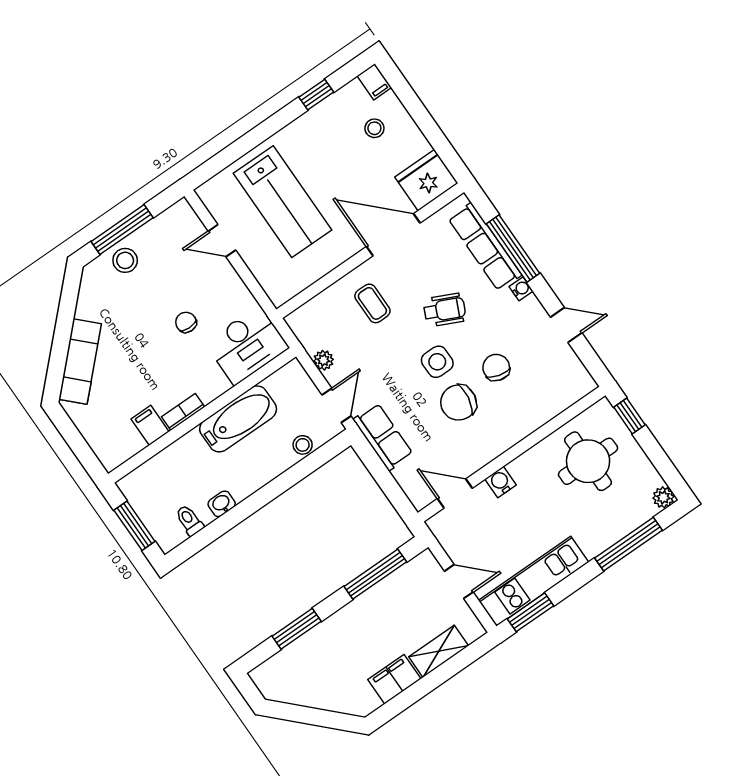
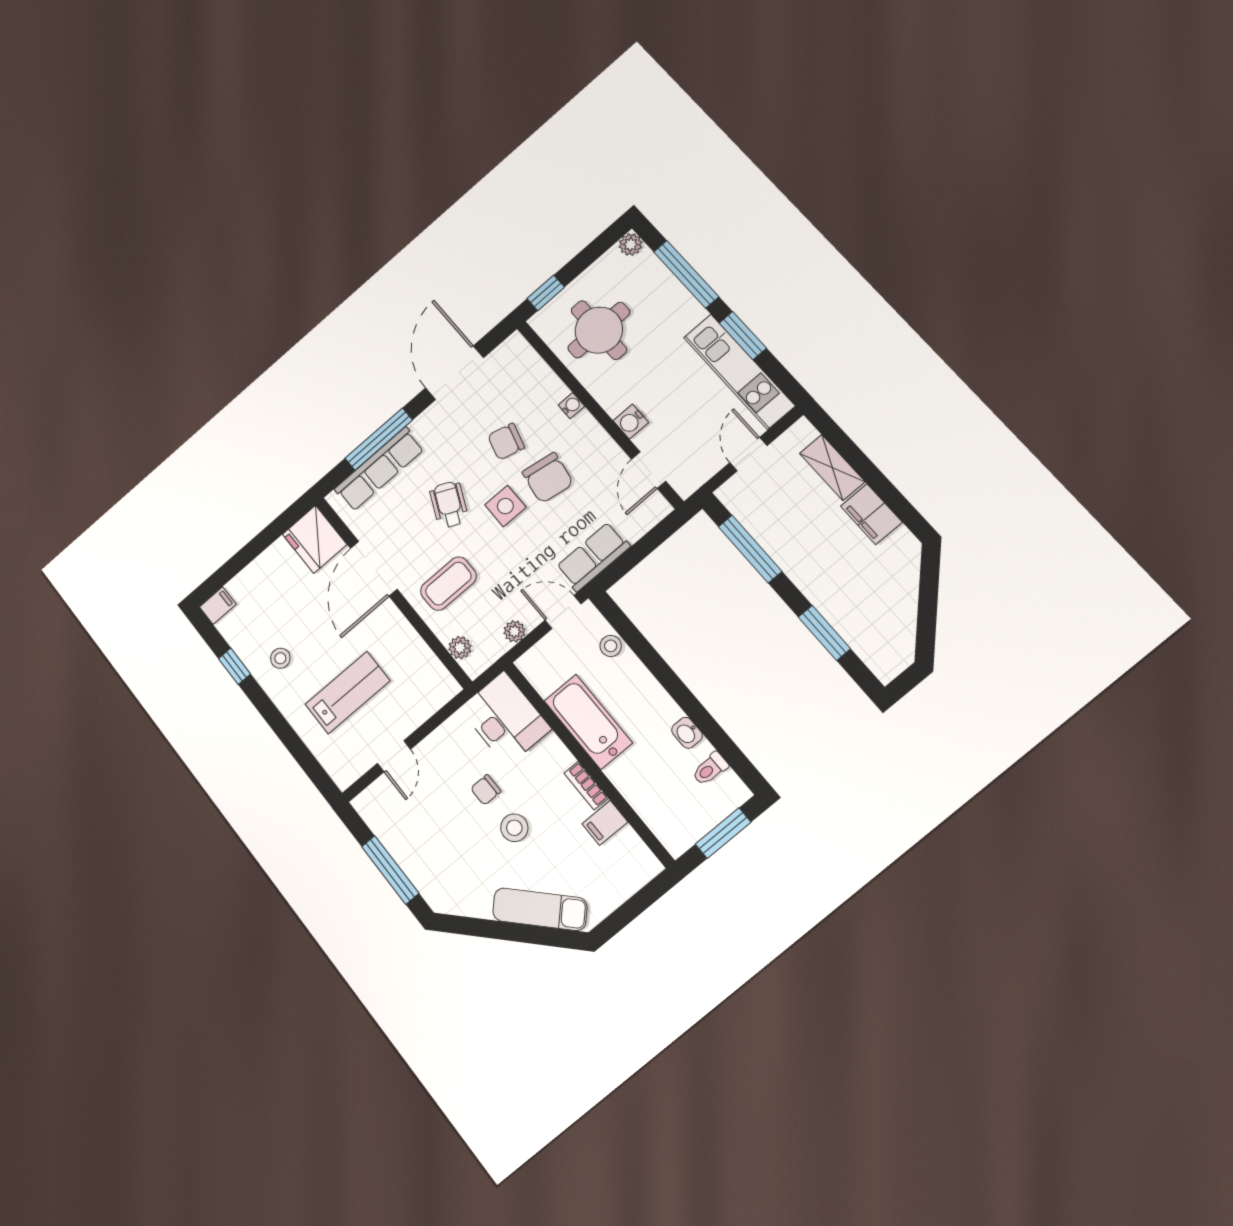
stool: (374, 128) -> (280, 658), moved
lab bench: (282, 202) -> (348, 693), width x0.73, depth x0.72
stool: (125, 260) -> (514, 828), moved
water cooler: (521, 289) -> (571, 406), moved, turned 90
coffee table: (372, 303) -> (448, 584), width x1.36, depth x1.30
plant: (314, 309) -> (460, 648), added
door: (566, 325) -> (454, 373), width x1.87
window: (530, 612) -> (743, 336), moved

